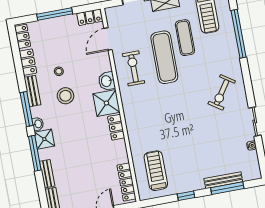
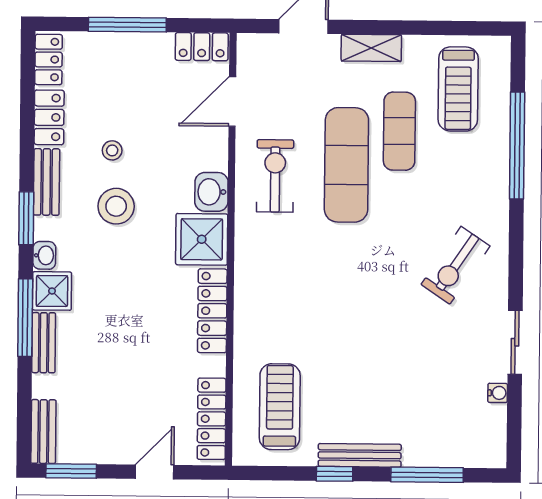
window: (27, 109) -> (26, 218), width x0.69
locker: (116, 127) -> (212, 311), width x1.53
bench: (47, 174) -> (44, 343), moved
bench: (223, 180) -> (360, 455), moved

